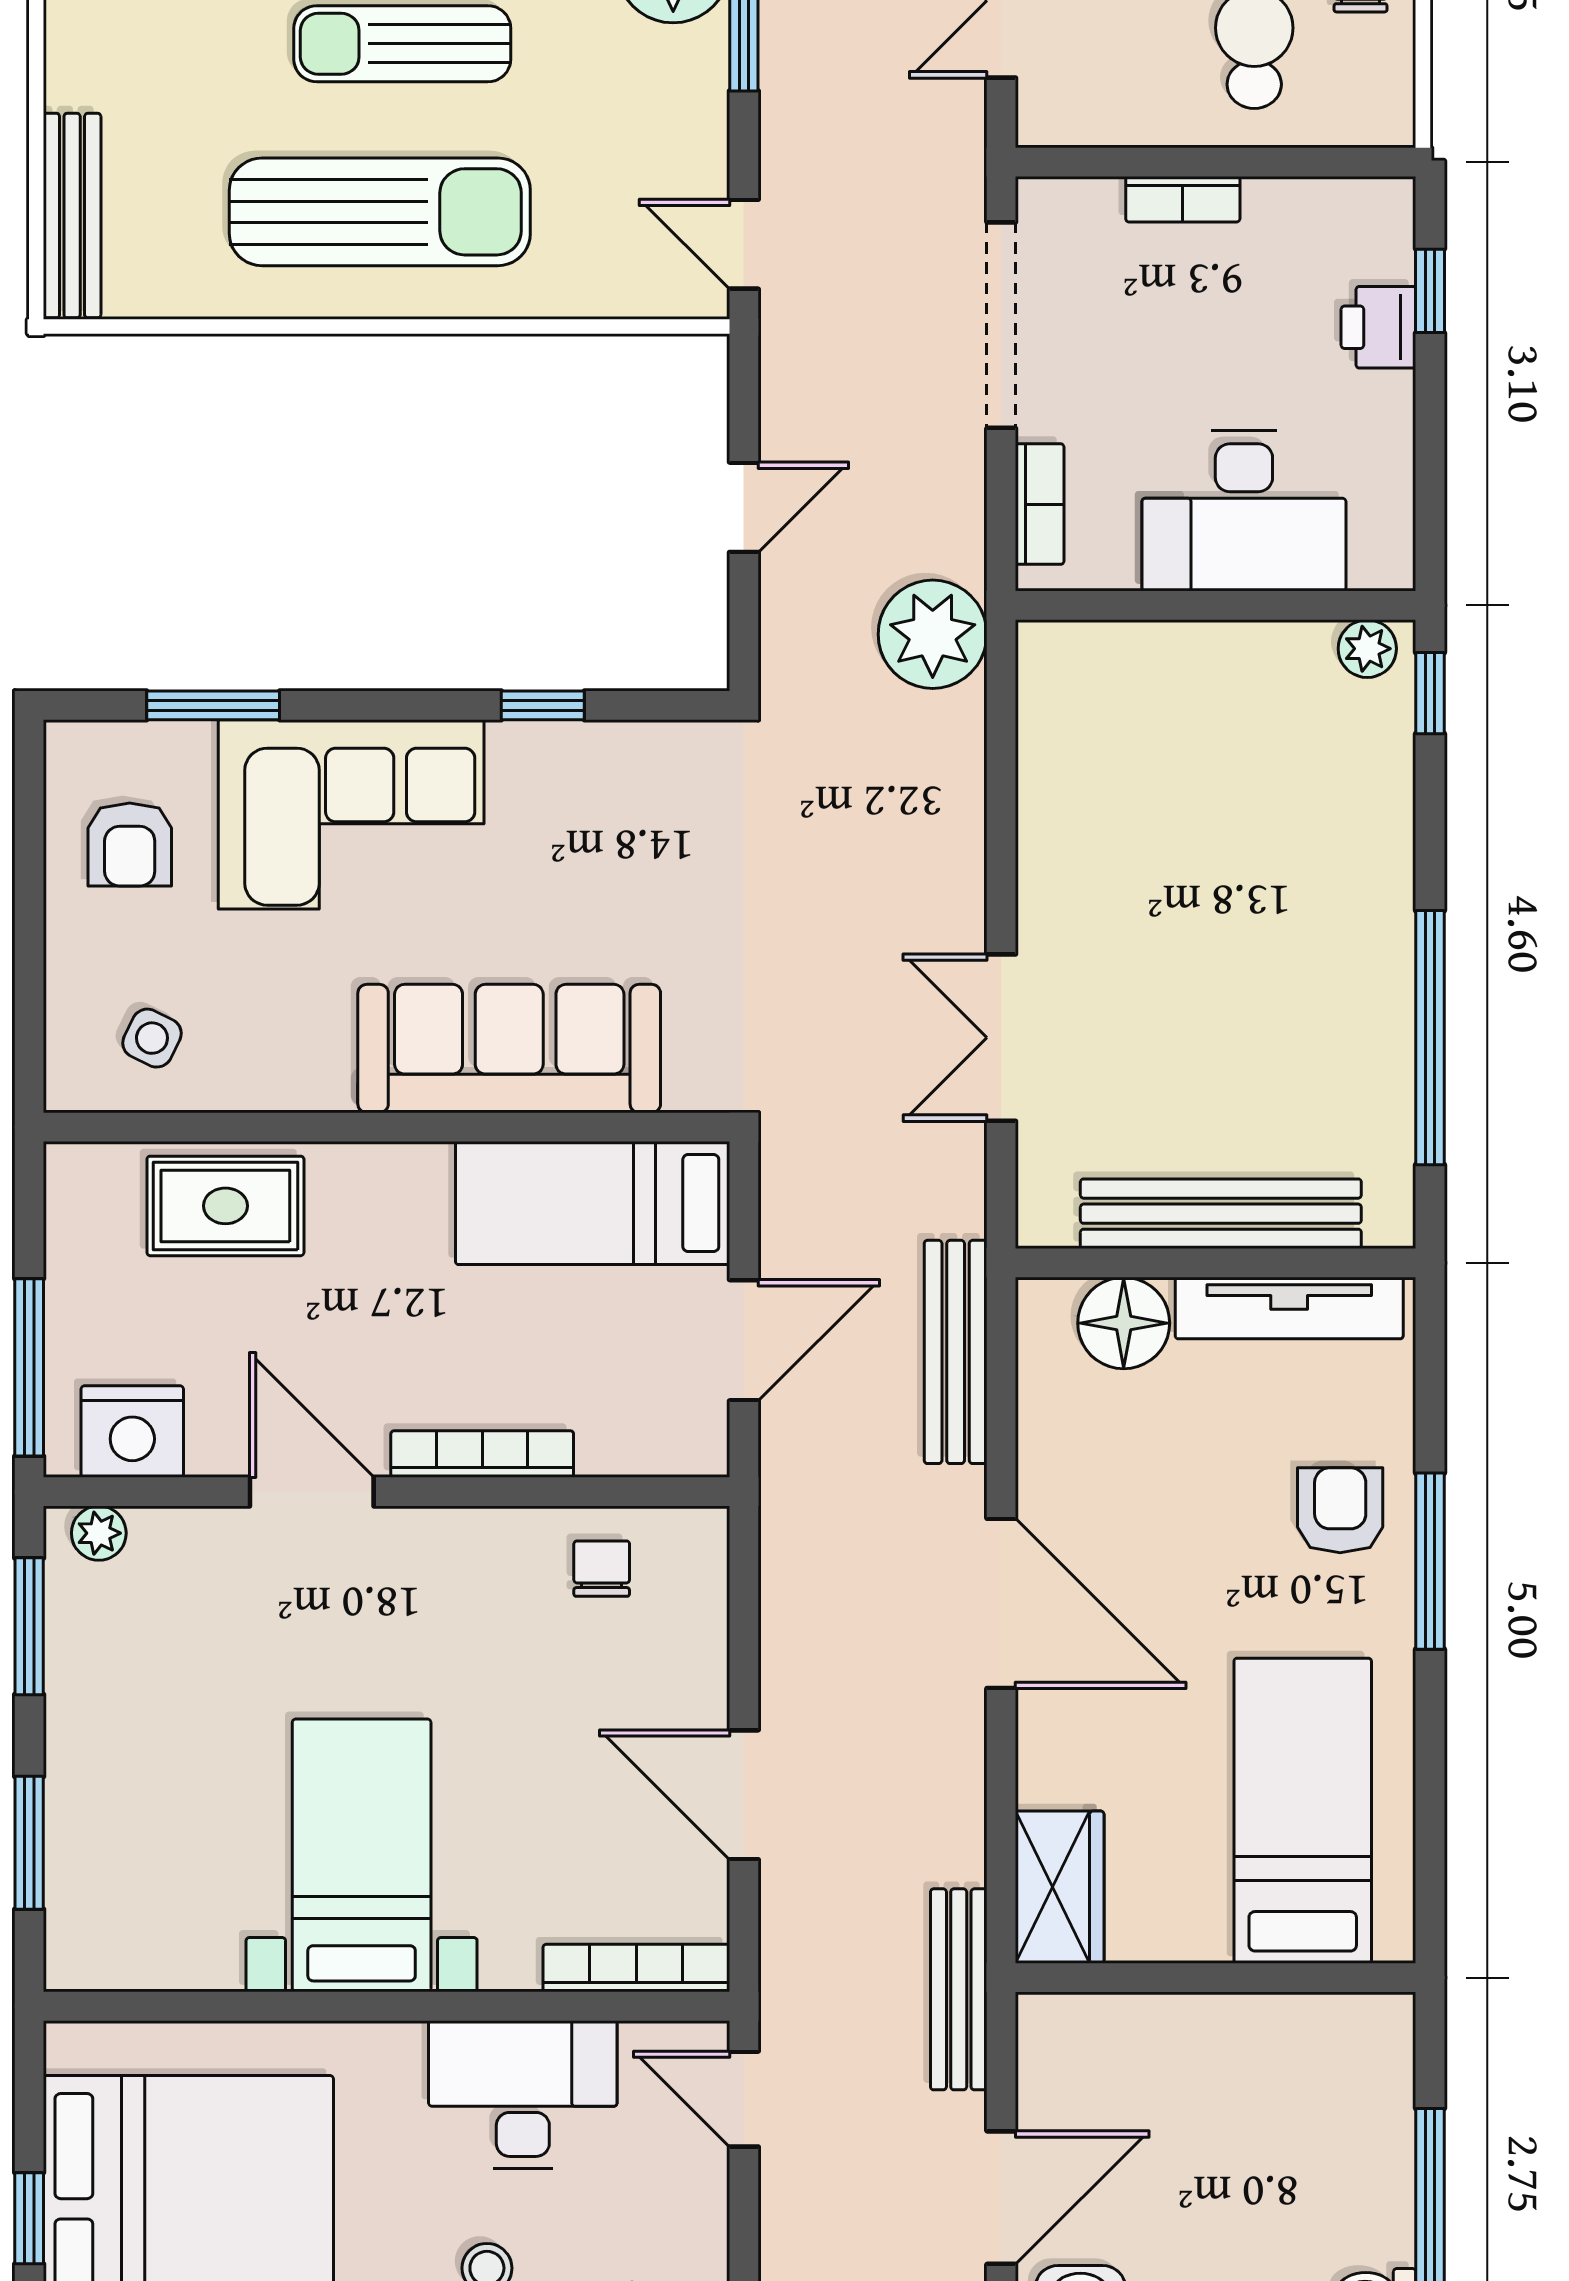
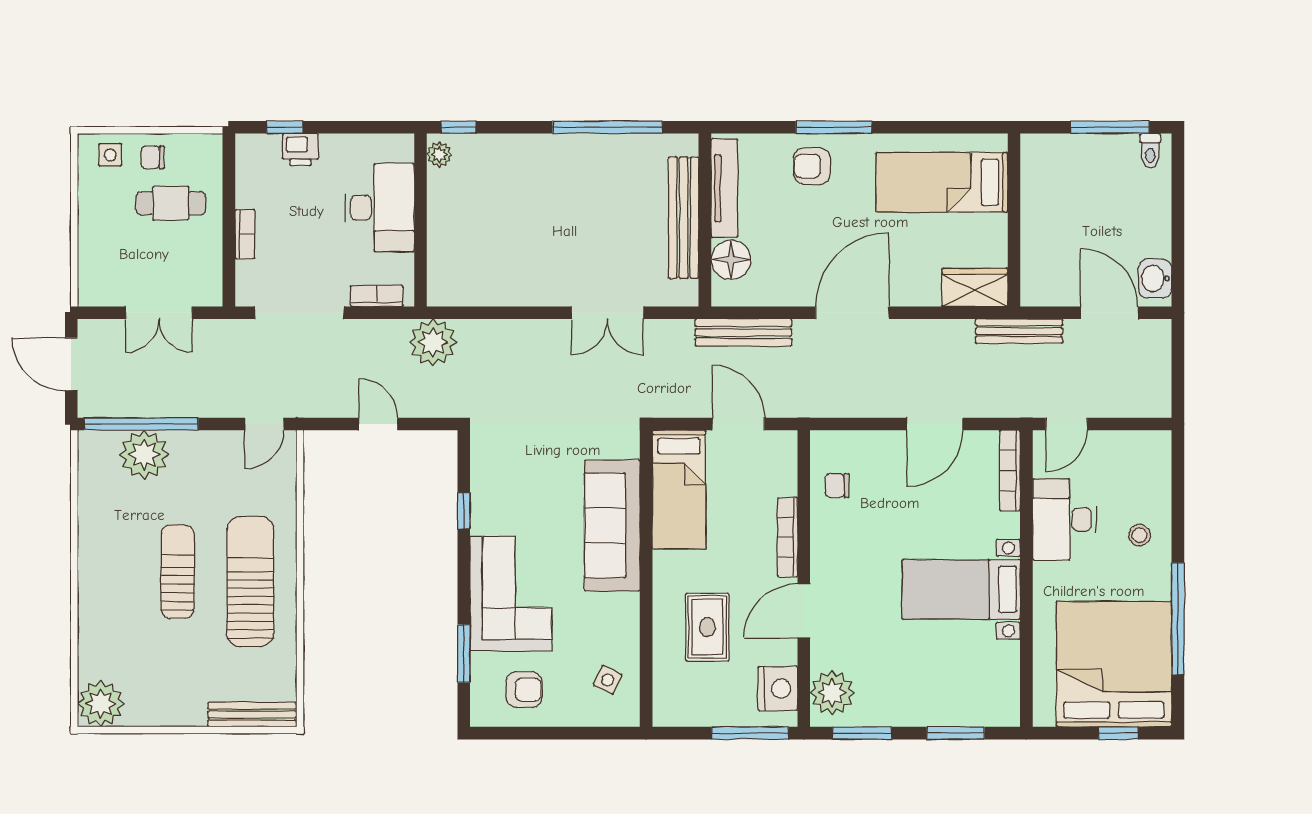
sun lounger: (402, 44) -> (178, 572), turned 180
rug: (225, 1206) -> (707, 627), moved
plant: (99, 1533) -> (832, 693), width x1.88, depth x1.88

